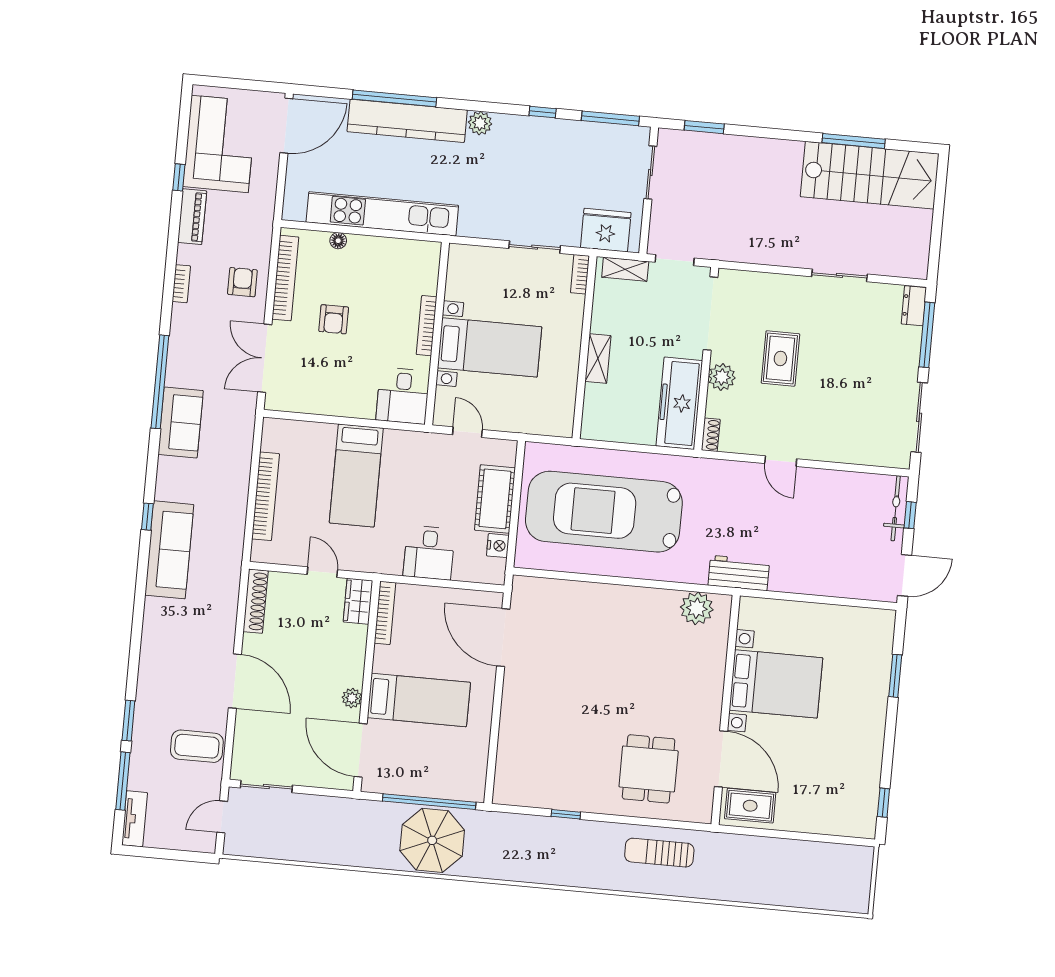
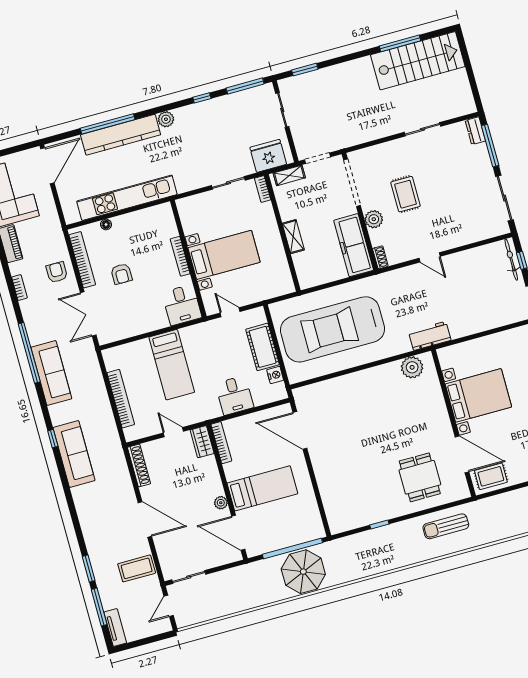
sofa: (181, 422) -> (51, 373), width x1.36

